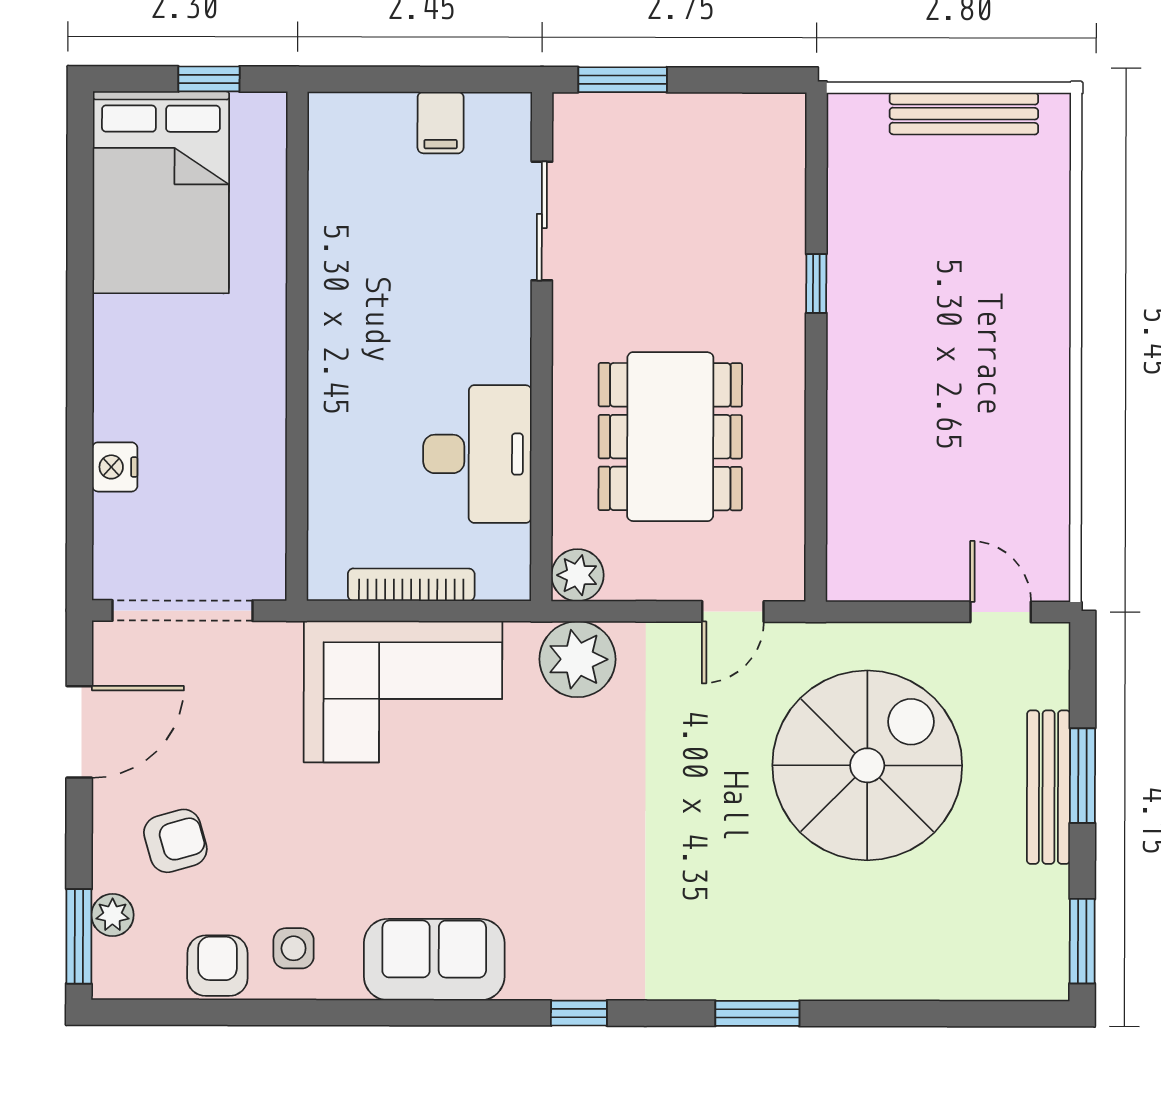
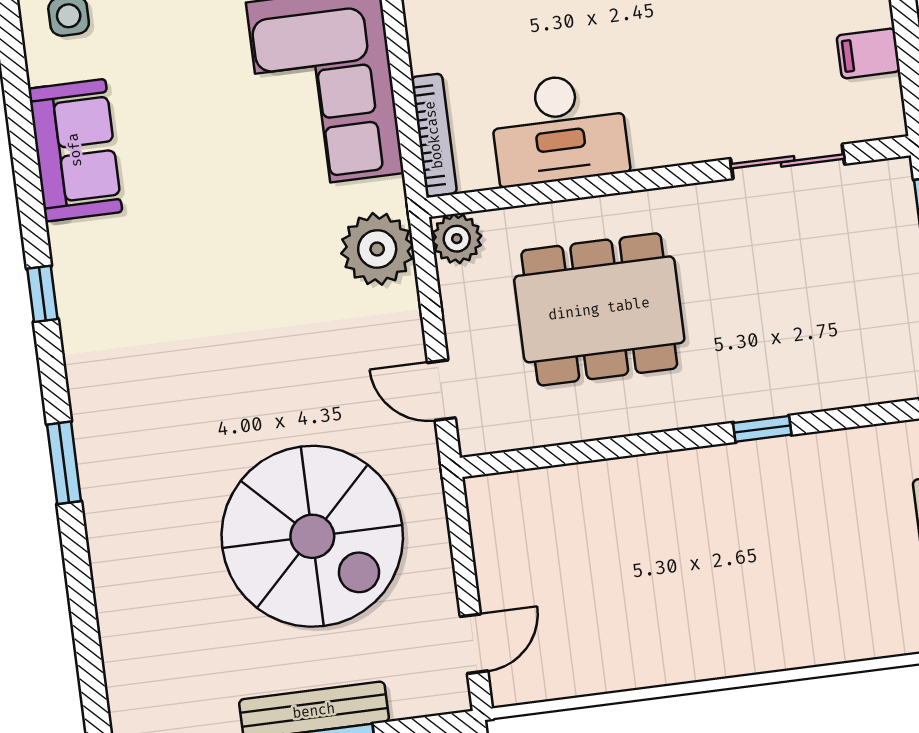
bookcase: (411, 585) -> (434, 135), moved

